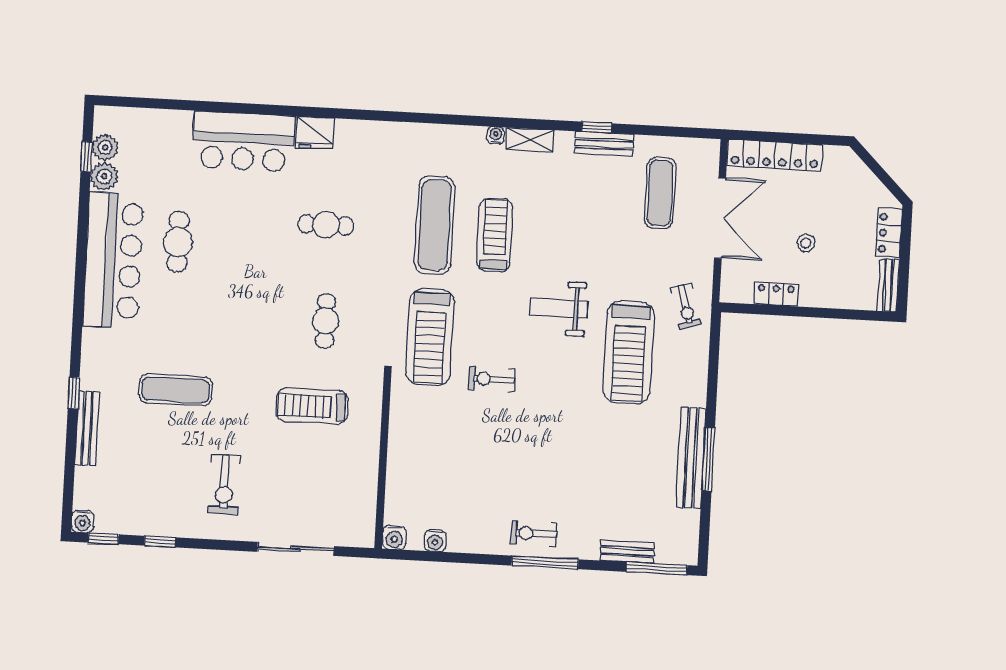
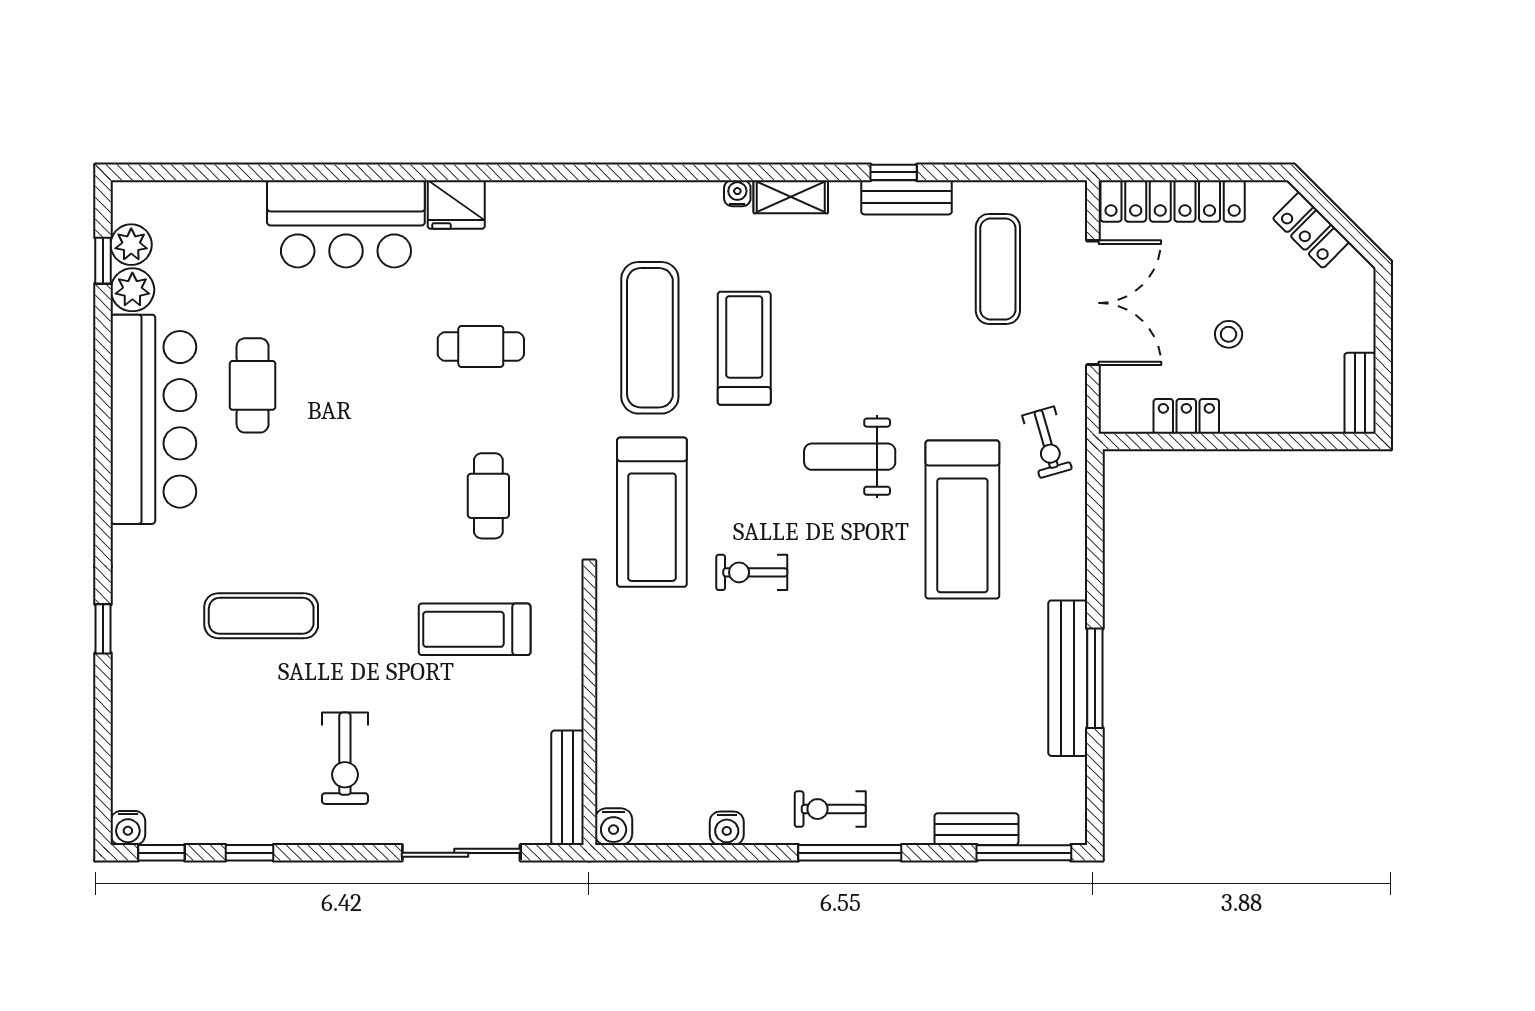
locker: (889, 233) -> (1311, 230), moved, turned -45
bench: (87, 428) -> (568, 788), moved
water cooler: (435, 541) -> (727, 828), moved

